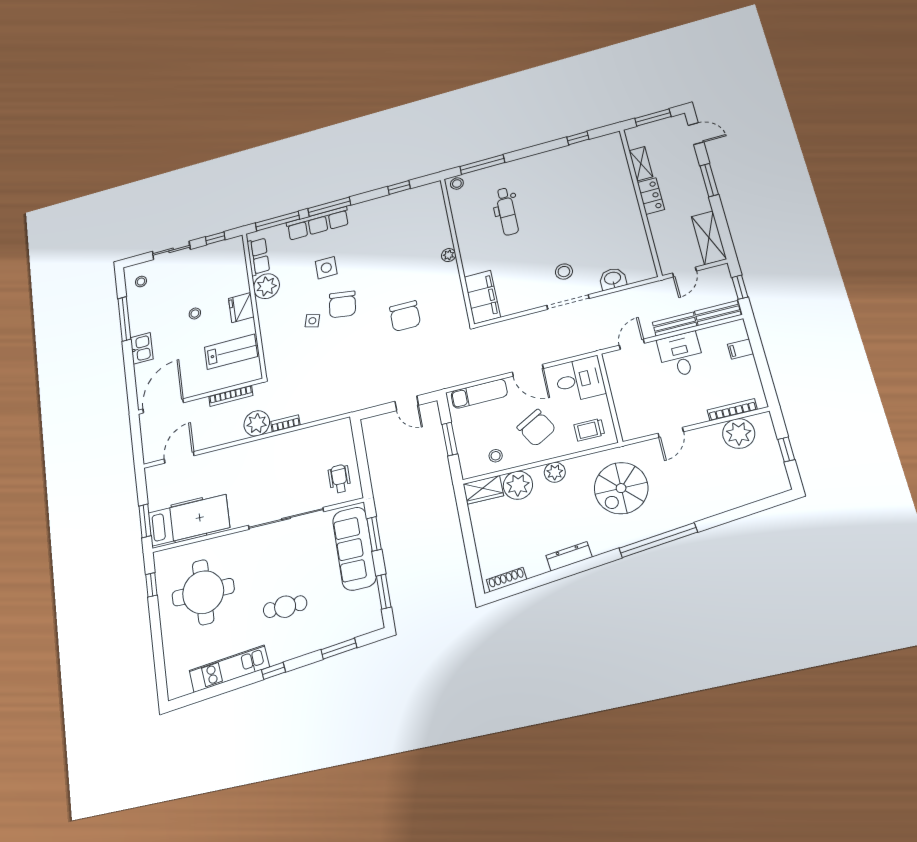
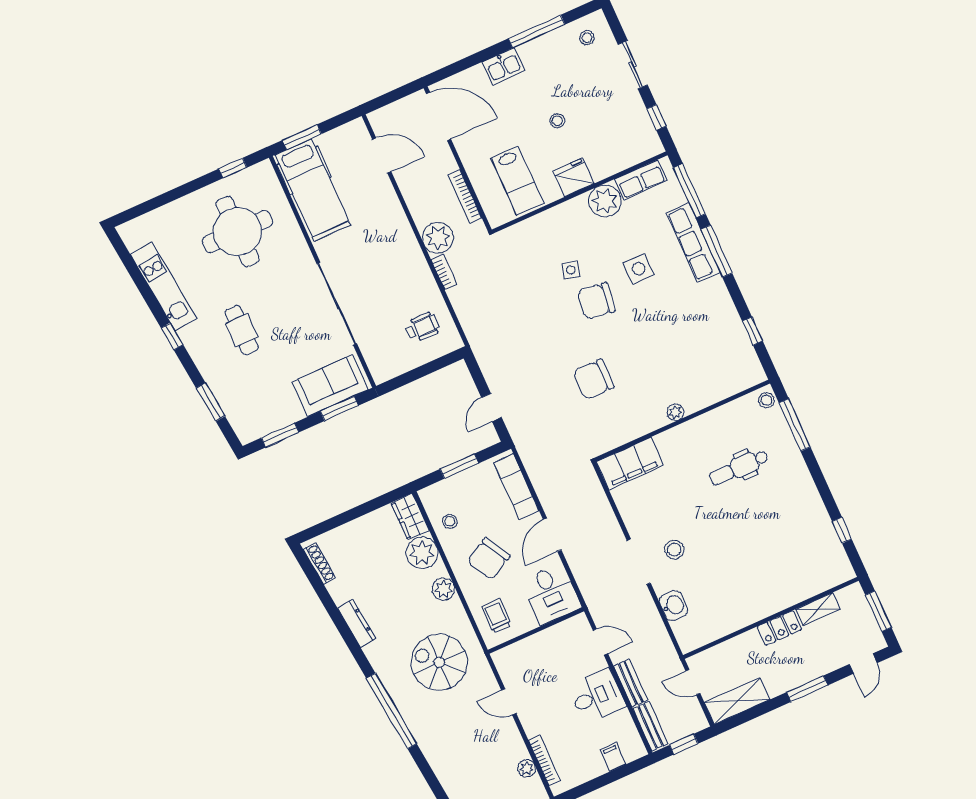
plant: (739, 434) -> (527, 768), width x0.53, depth x0.53
wheelchair: (339, 479) -> (422, 327), moved
sofa: (354, 549) -> (330, 386), width x0.73

